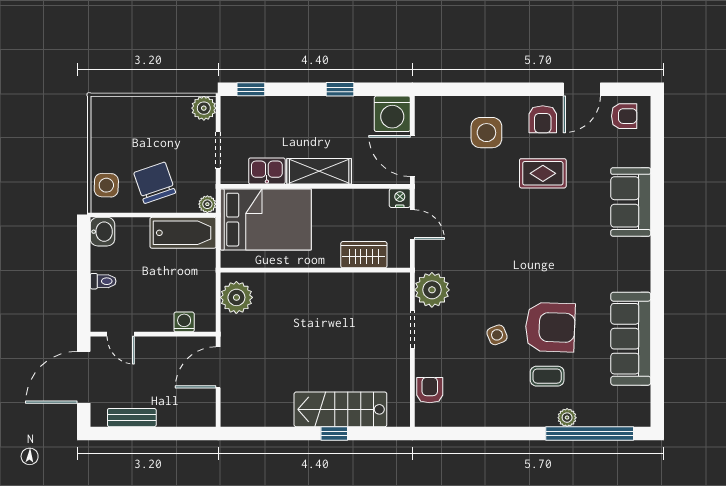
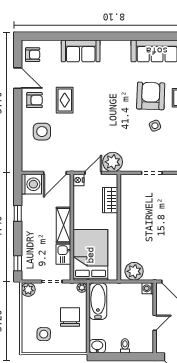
armchair: (624, 116) -> (33, 55), turned 90
chair: (155, 183) -> (70, 317), turned 109
side table: (106, 185) -> (44, 334), moved
plant: (432, 290) -> (113, 162), moved
washing machine: (184, 322) -> (148, 288), moved
door: (121, 334) -> (155, 323), moved

